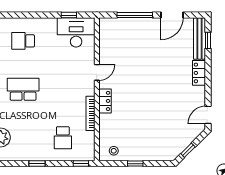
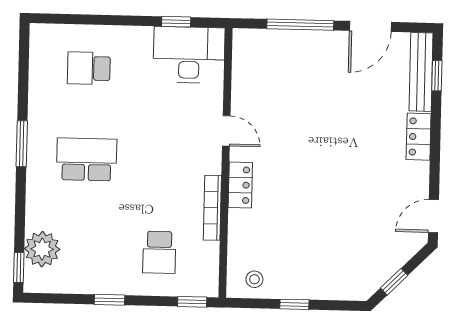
door: (97, 72) -> (226, 131), hinge flipped

